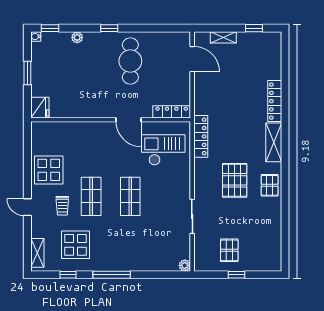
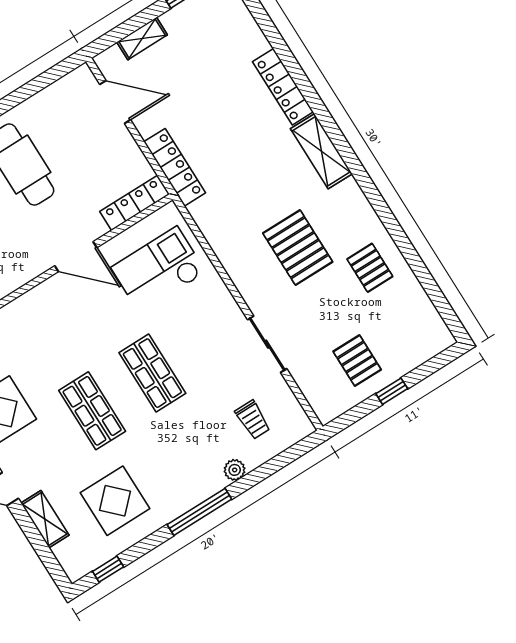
locker: (201, 136) -> (175, 167), moved
pallet: (270, 185) -> (370, 268), moved
trolley: (62, 206) -> (253, 420), moved
shelving: (37, 253) -> (45, 519), moved
plant: (185, 265) -> (235, 470), moved
window: (68, 275) -> (108, 569), moved

